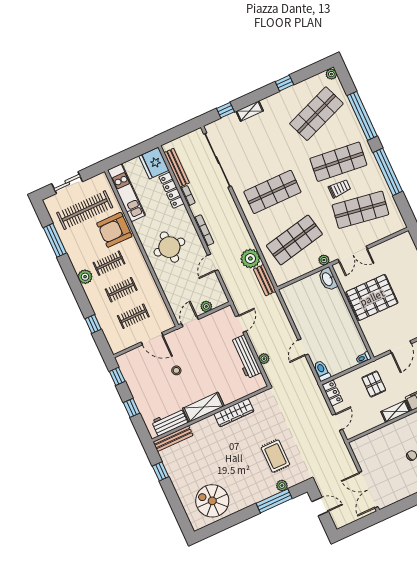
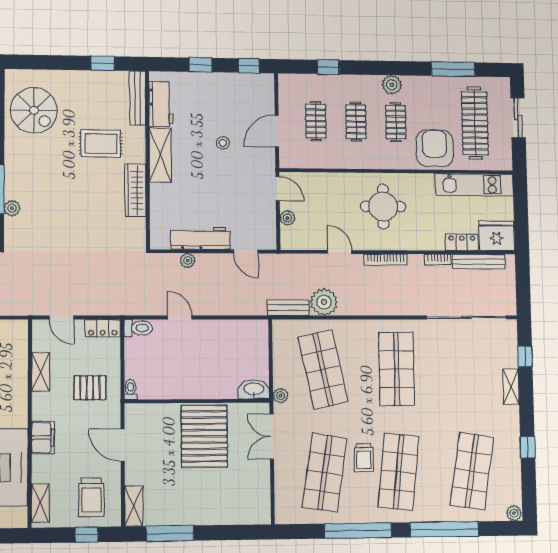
shop shelf: (316, 114) -> (472, 471), turned 30
locker: (172, 190) -> (462, 242), width x0.66
shelving: (395, 411) -> (41, 372), moved
rug: (275, 456) -> (101, 144), moved
spiral stairs: (212, 501) -> (34, 110), turned 90

